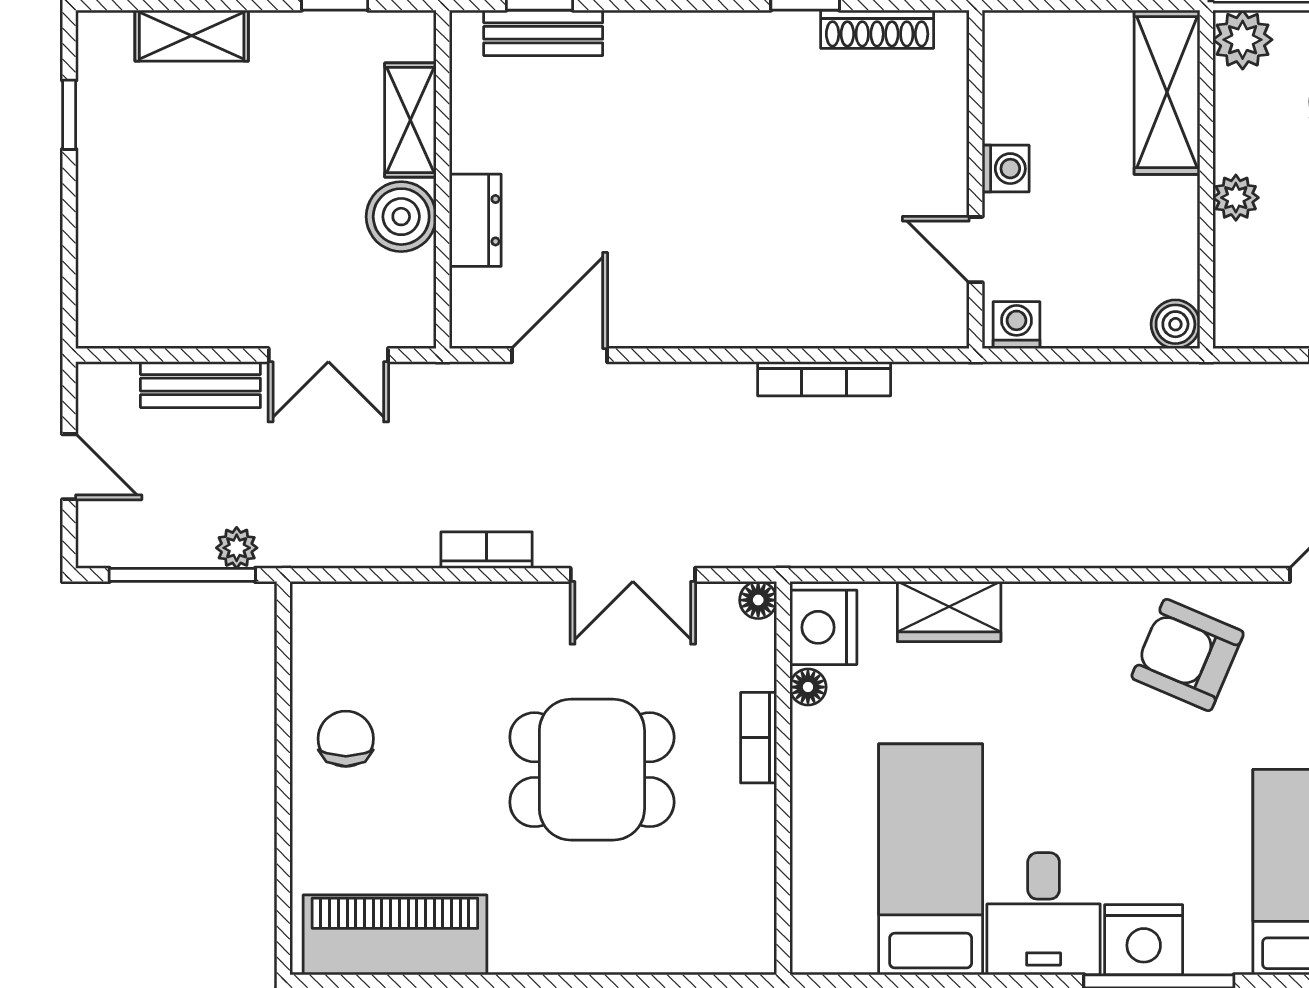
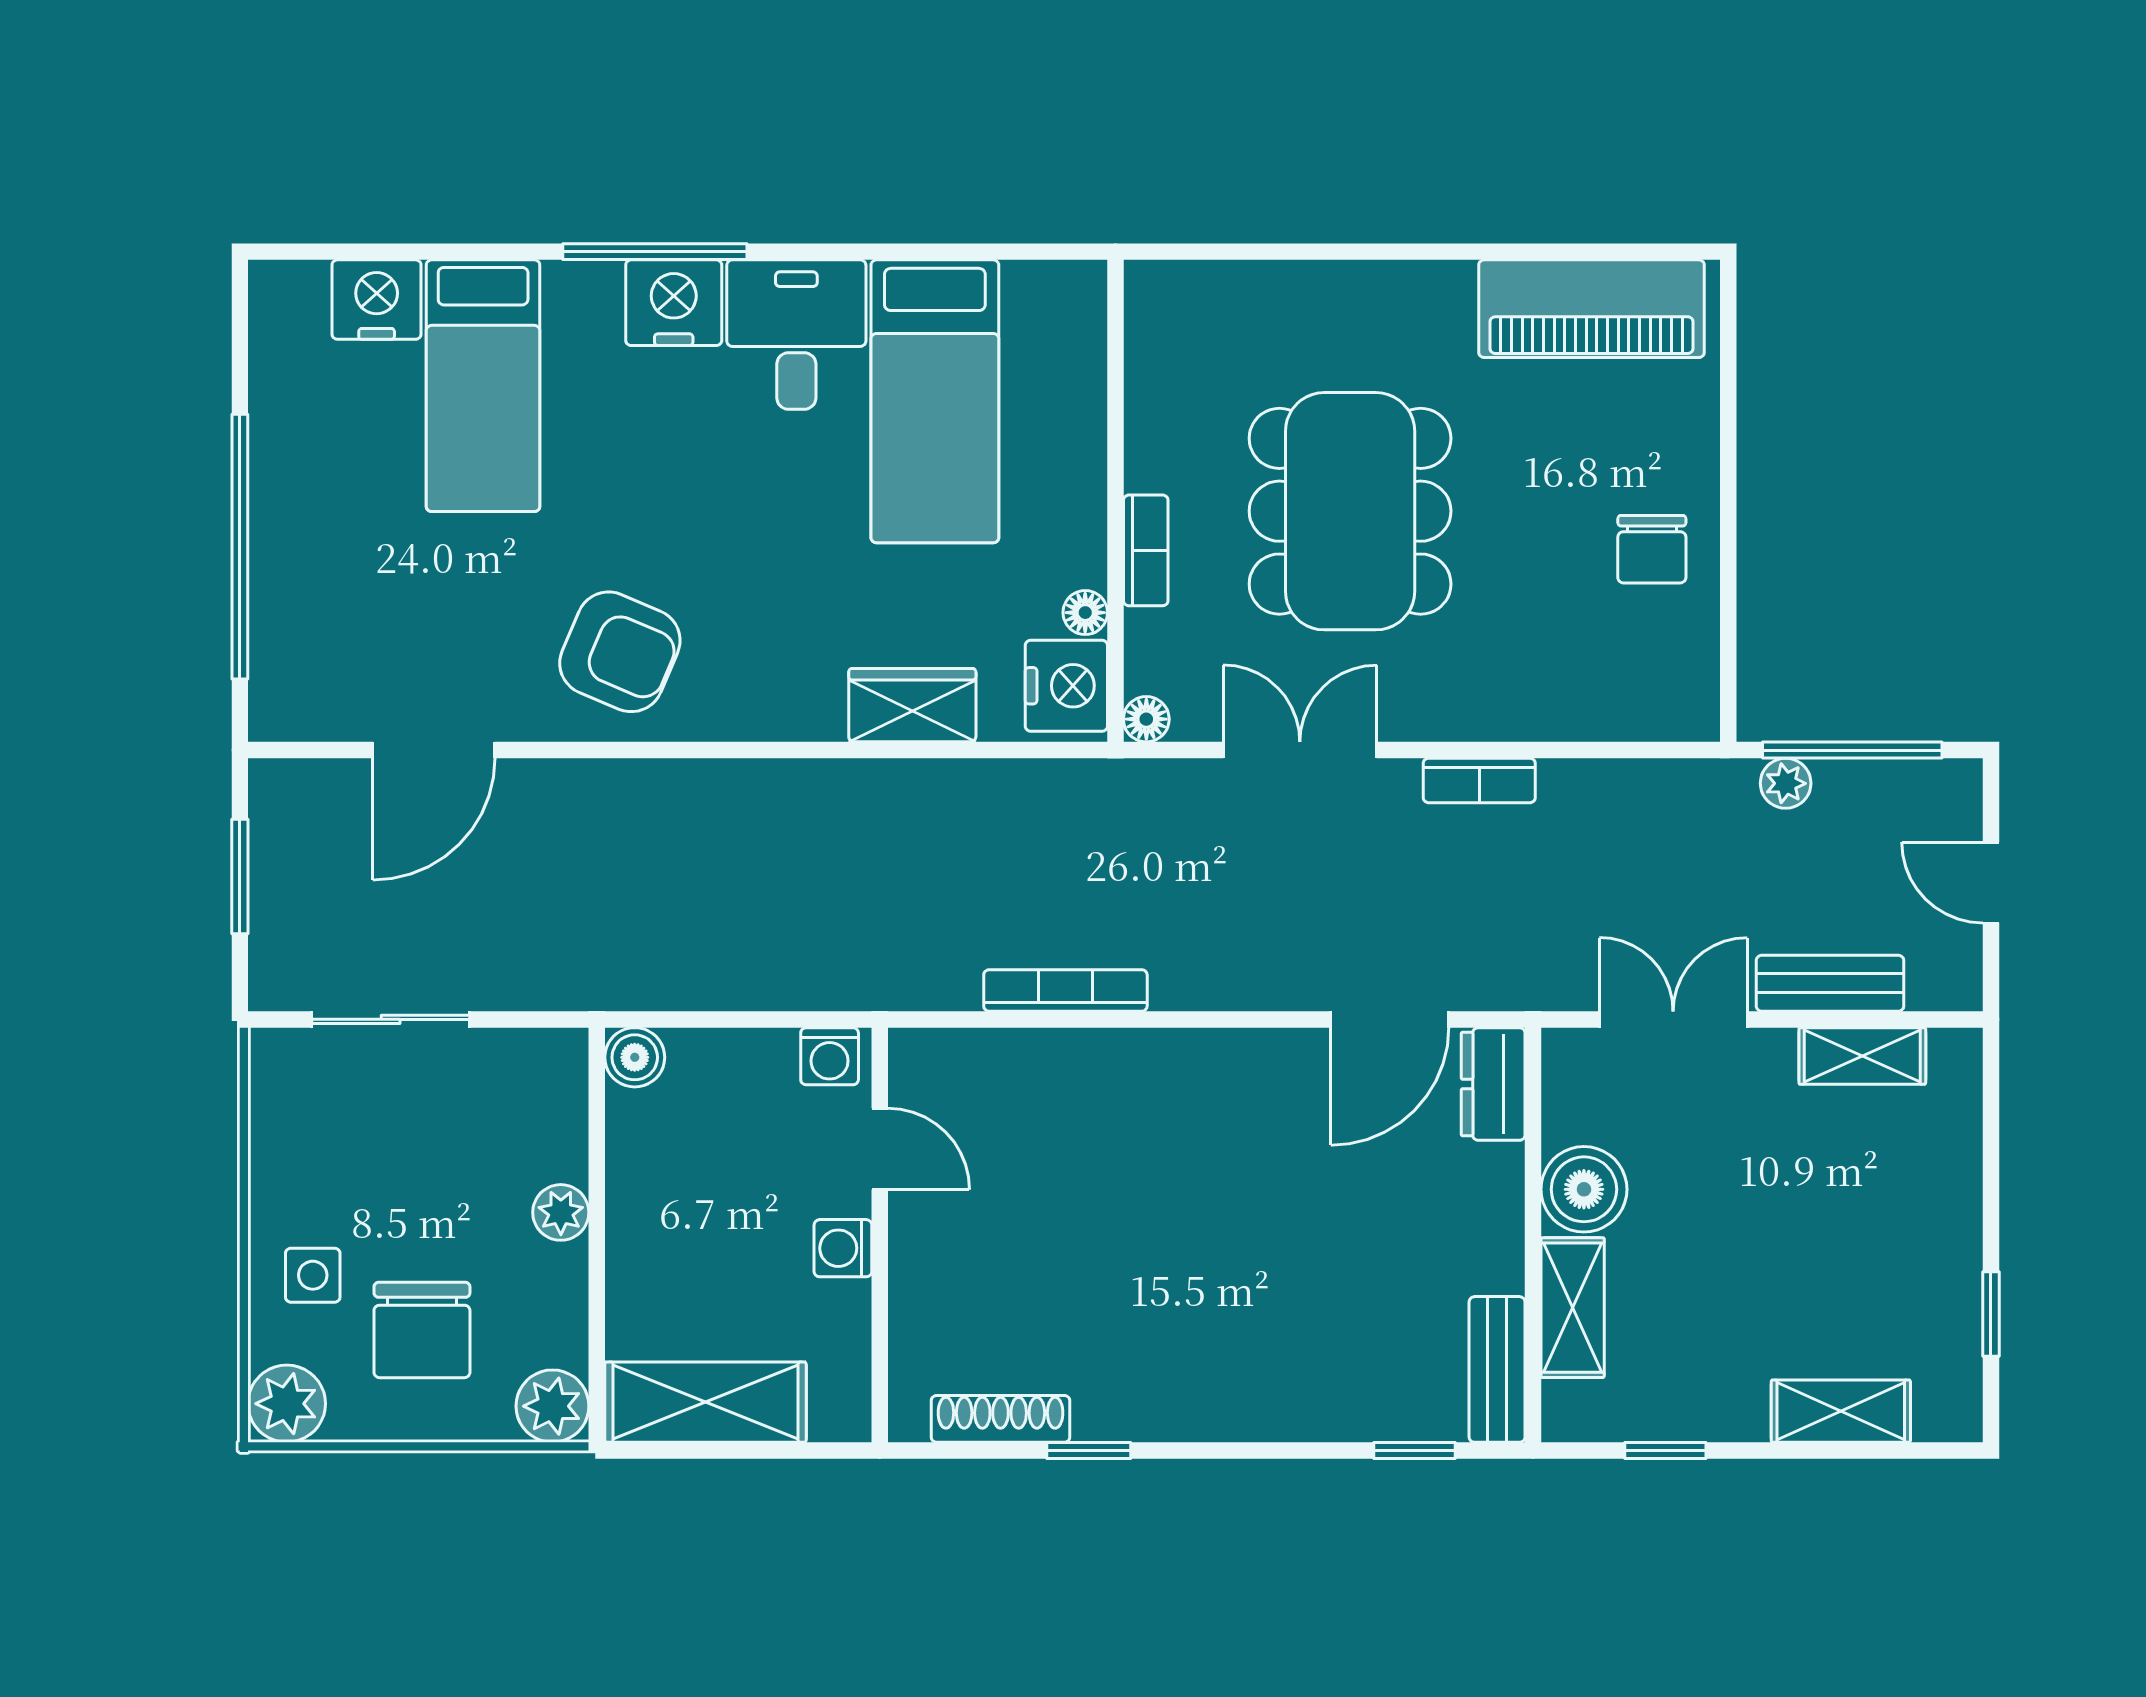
bench: (543, 33) -> (1497, 1369), moved, turned 90
shelving: (1167, 92) -> (706, 1402), moved, turned 90
dresser: (475, 220) -> (1493, 1084), moved
shelving: (174, 325) -> (1862, 1056), added
dining table: (592, 770) -> (1350, 511), width x1.38

